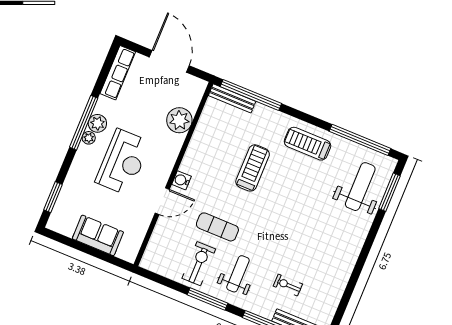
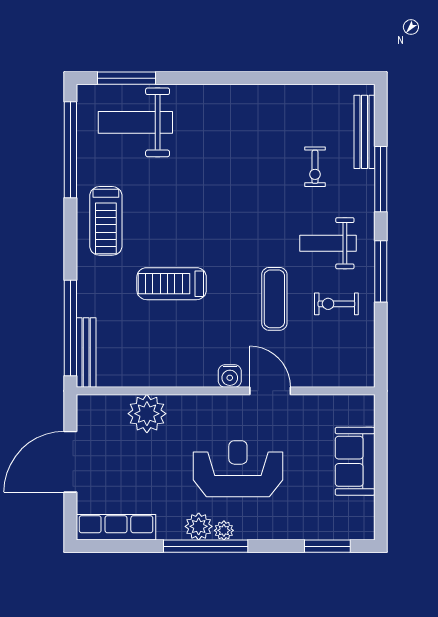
exercise bike: (199, 264) -> (336, 304), width x0.73, depth x0.72

